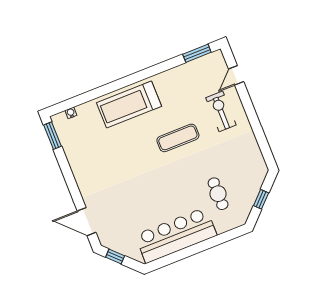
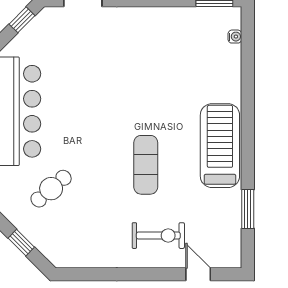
window: (197, 53) -> (248, 209), moved
treadmill: (129, 105) -> (220, 146), moved
cafe table: (218, 194) -> (51, 189), turned -41

